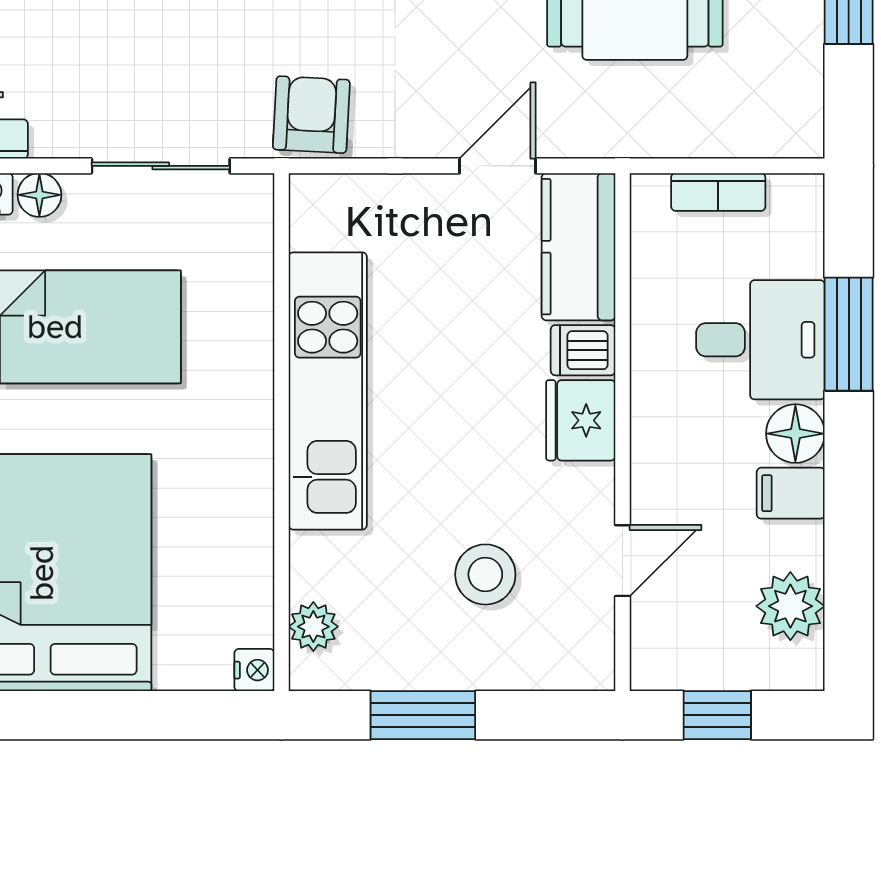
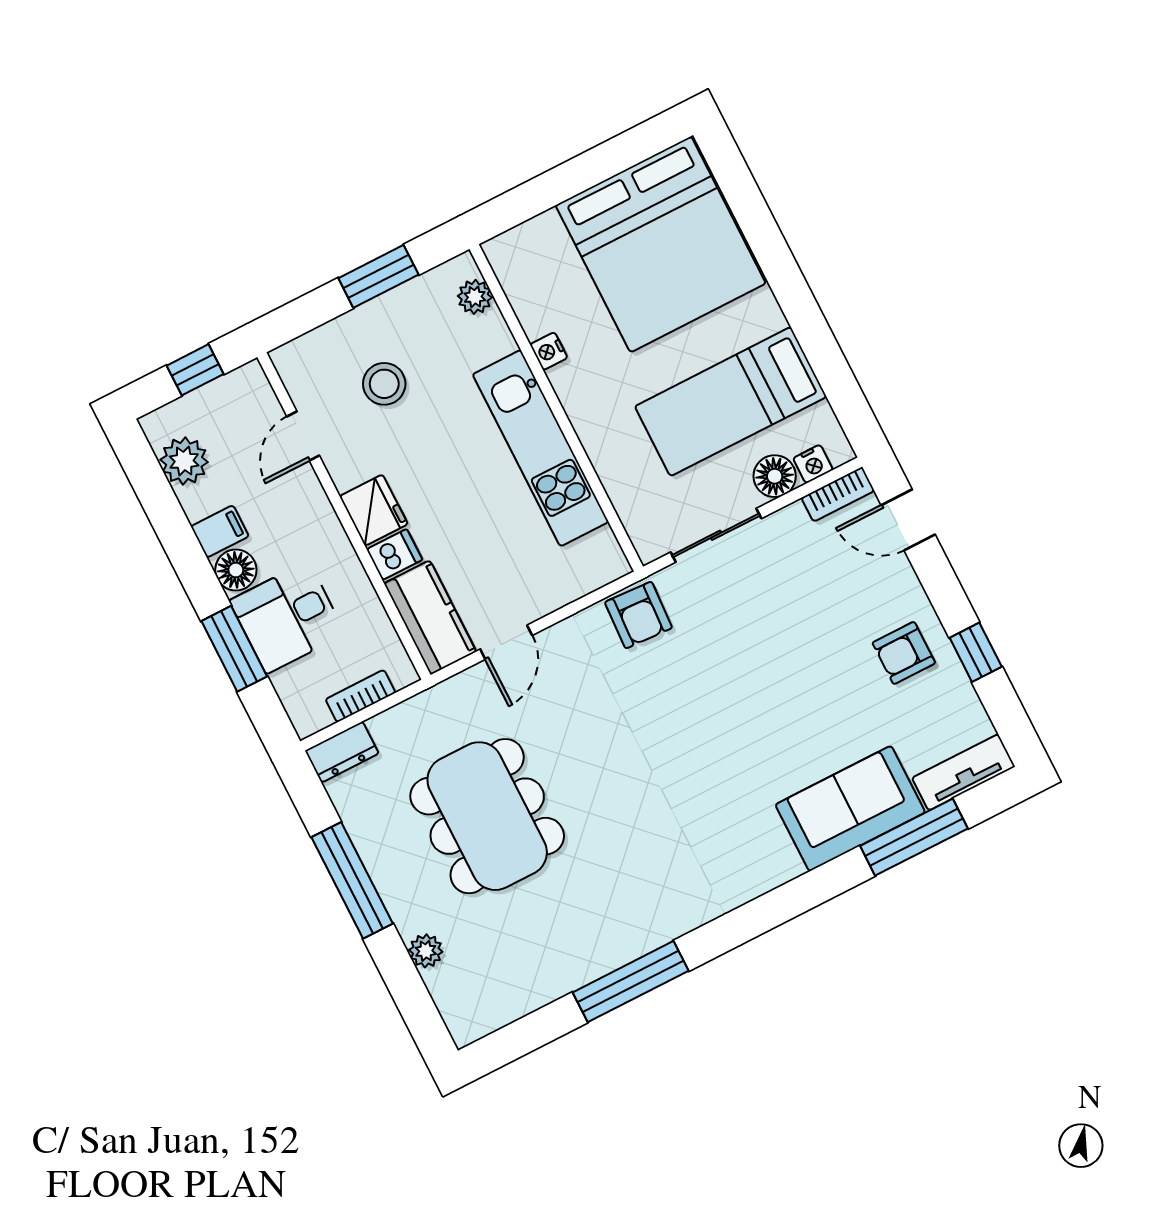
dresser: (778, 133) -> (342, 752), added
floor lamp: (39, 195) -> (775, 476), width x1.37, depth x1.37
nightstand: (254, 670) -> (549, 351), moved

